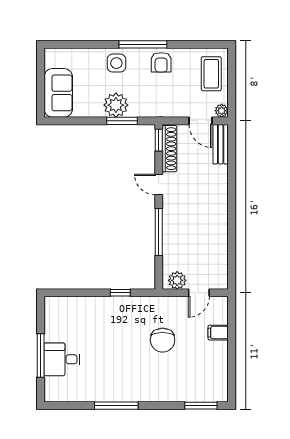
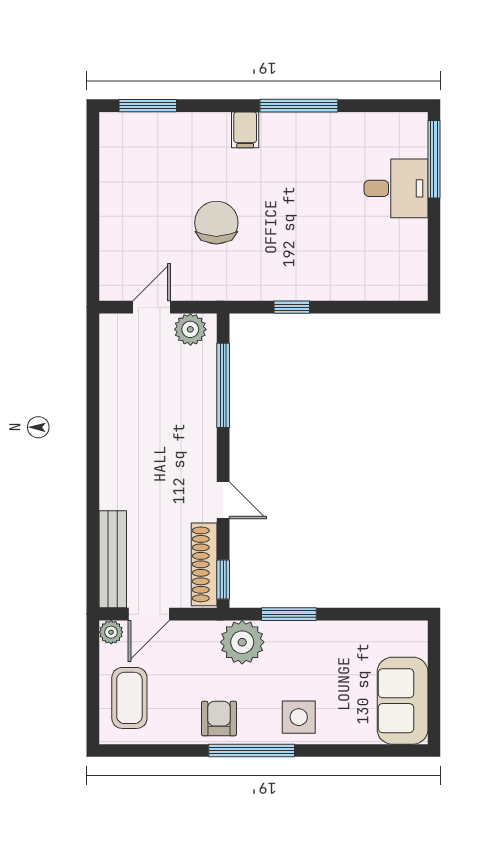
sofa: (58, 93) -> (403, 701), moved
plant: (116, 105) -> (242, 642), moved
door: (200, 121) -> (149, 614), swing flipped
bench: (221, 144) -> (113, 559), width x1.36
window: (159, 232) -> (223, 385), moved
filing cabinet: (218, 333) -> (245, 130), moved, turned 90
window: (41, 355) -> (434, 159), moved

